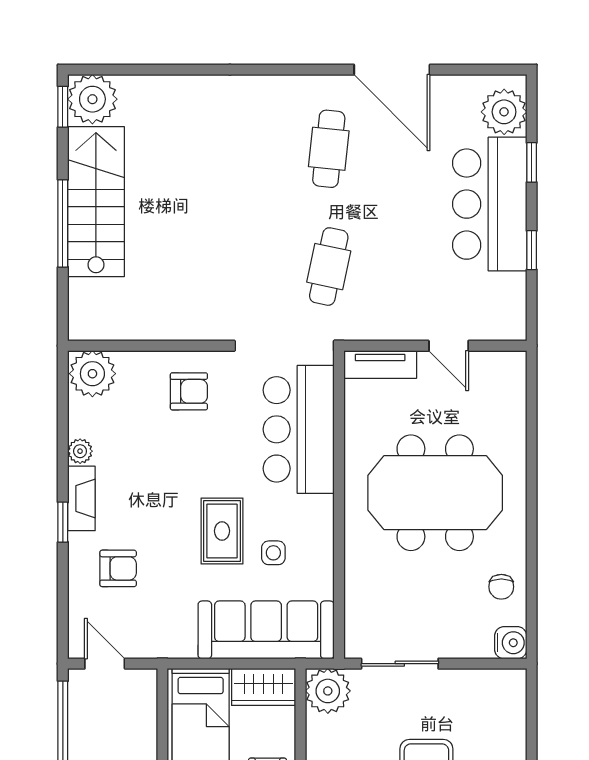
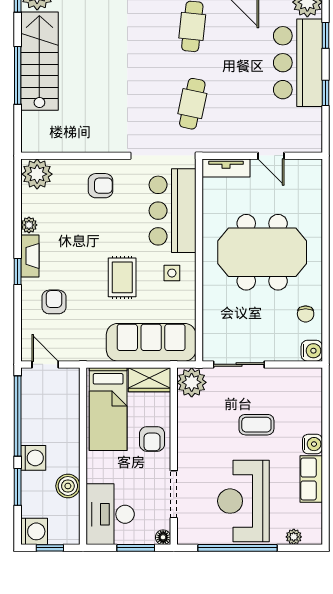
side table: (273, 553) -> (172, 273), moved
armchair: (118, 568) -> (54, 302), turned -90

